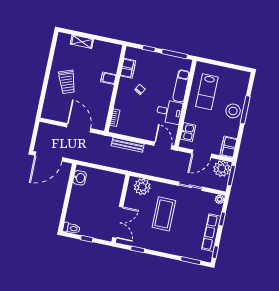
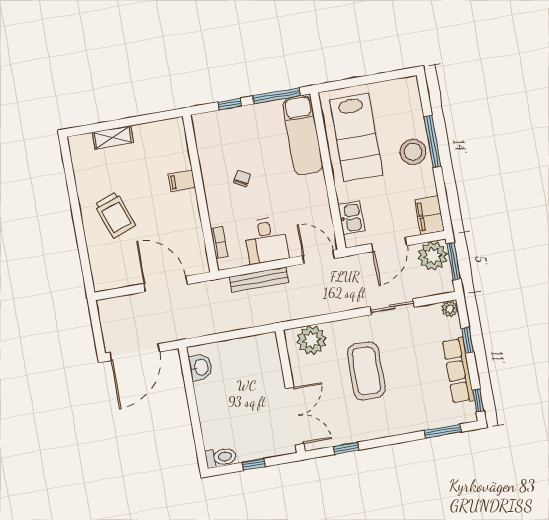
filing cabinet: (128, 68) -> (208, 151), removed
exam couch: (181, 86) -> (303, 135), width x1.36, depth x1.45
lab bench: (207, 92) -> (356, 137), width x1.36, depth x1.39
desk: (169, 112) -> (266, 241), moved, turned 90

